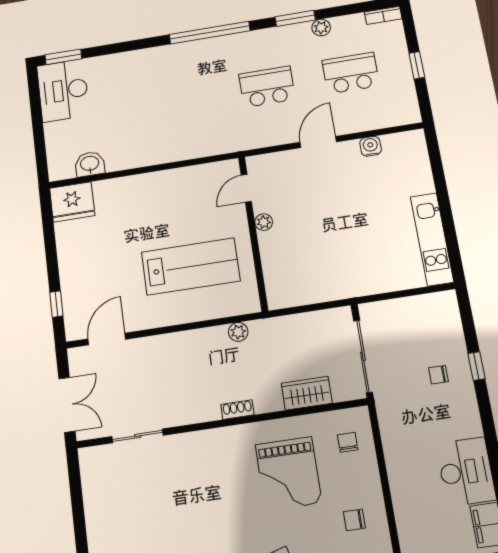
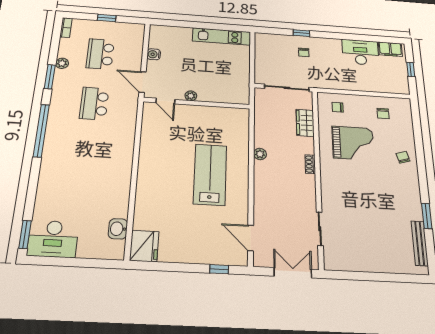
door: (246, 188) -> (165, 101), moved
plant: (264, 222) -> (191, 96), moved
wall: (253, 233) -> (197, 103), moved

